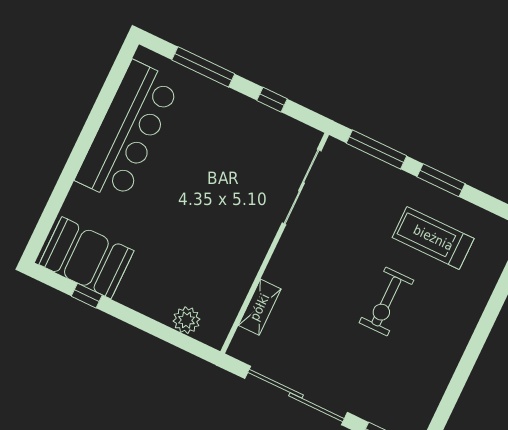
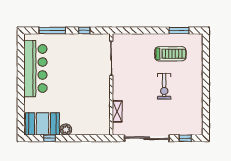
window: (376, 149) -> (133, 30), removed
window: (441, 180) -> (179, 30), moved
treadmill: (433, 238) -> (170, 54), turned 180
plant: (186, 320) -> (66, 129), moved

